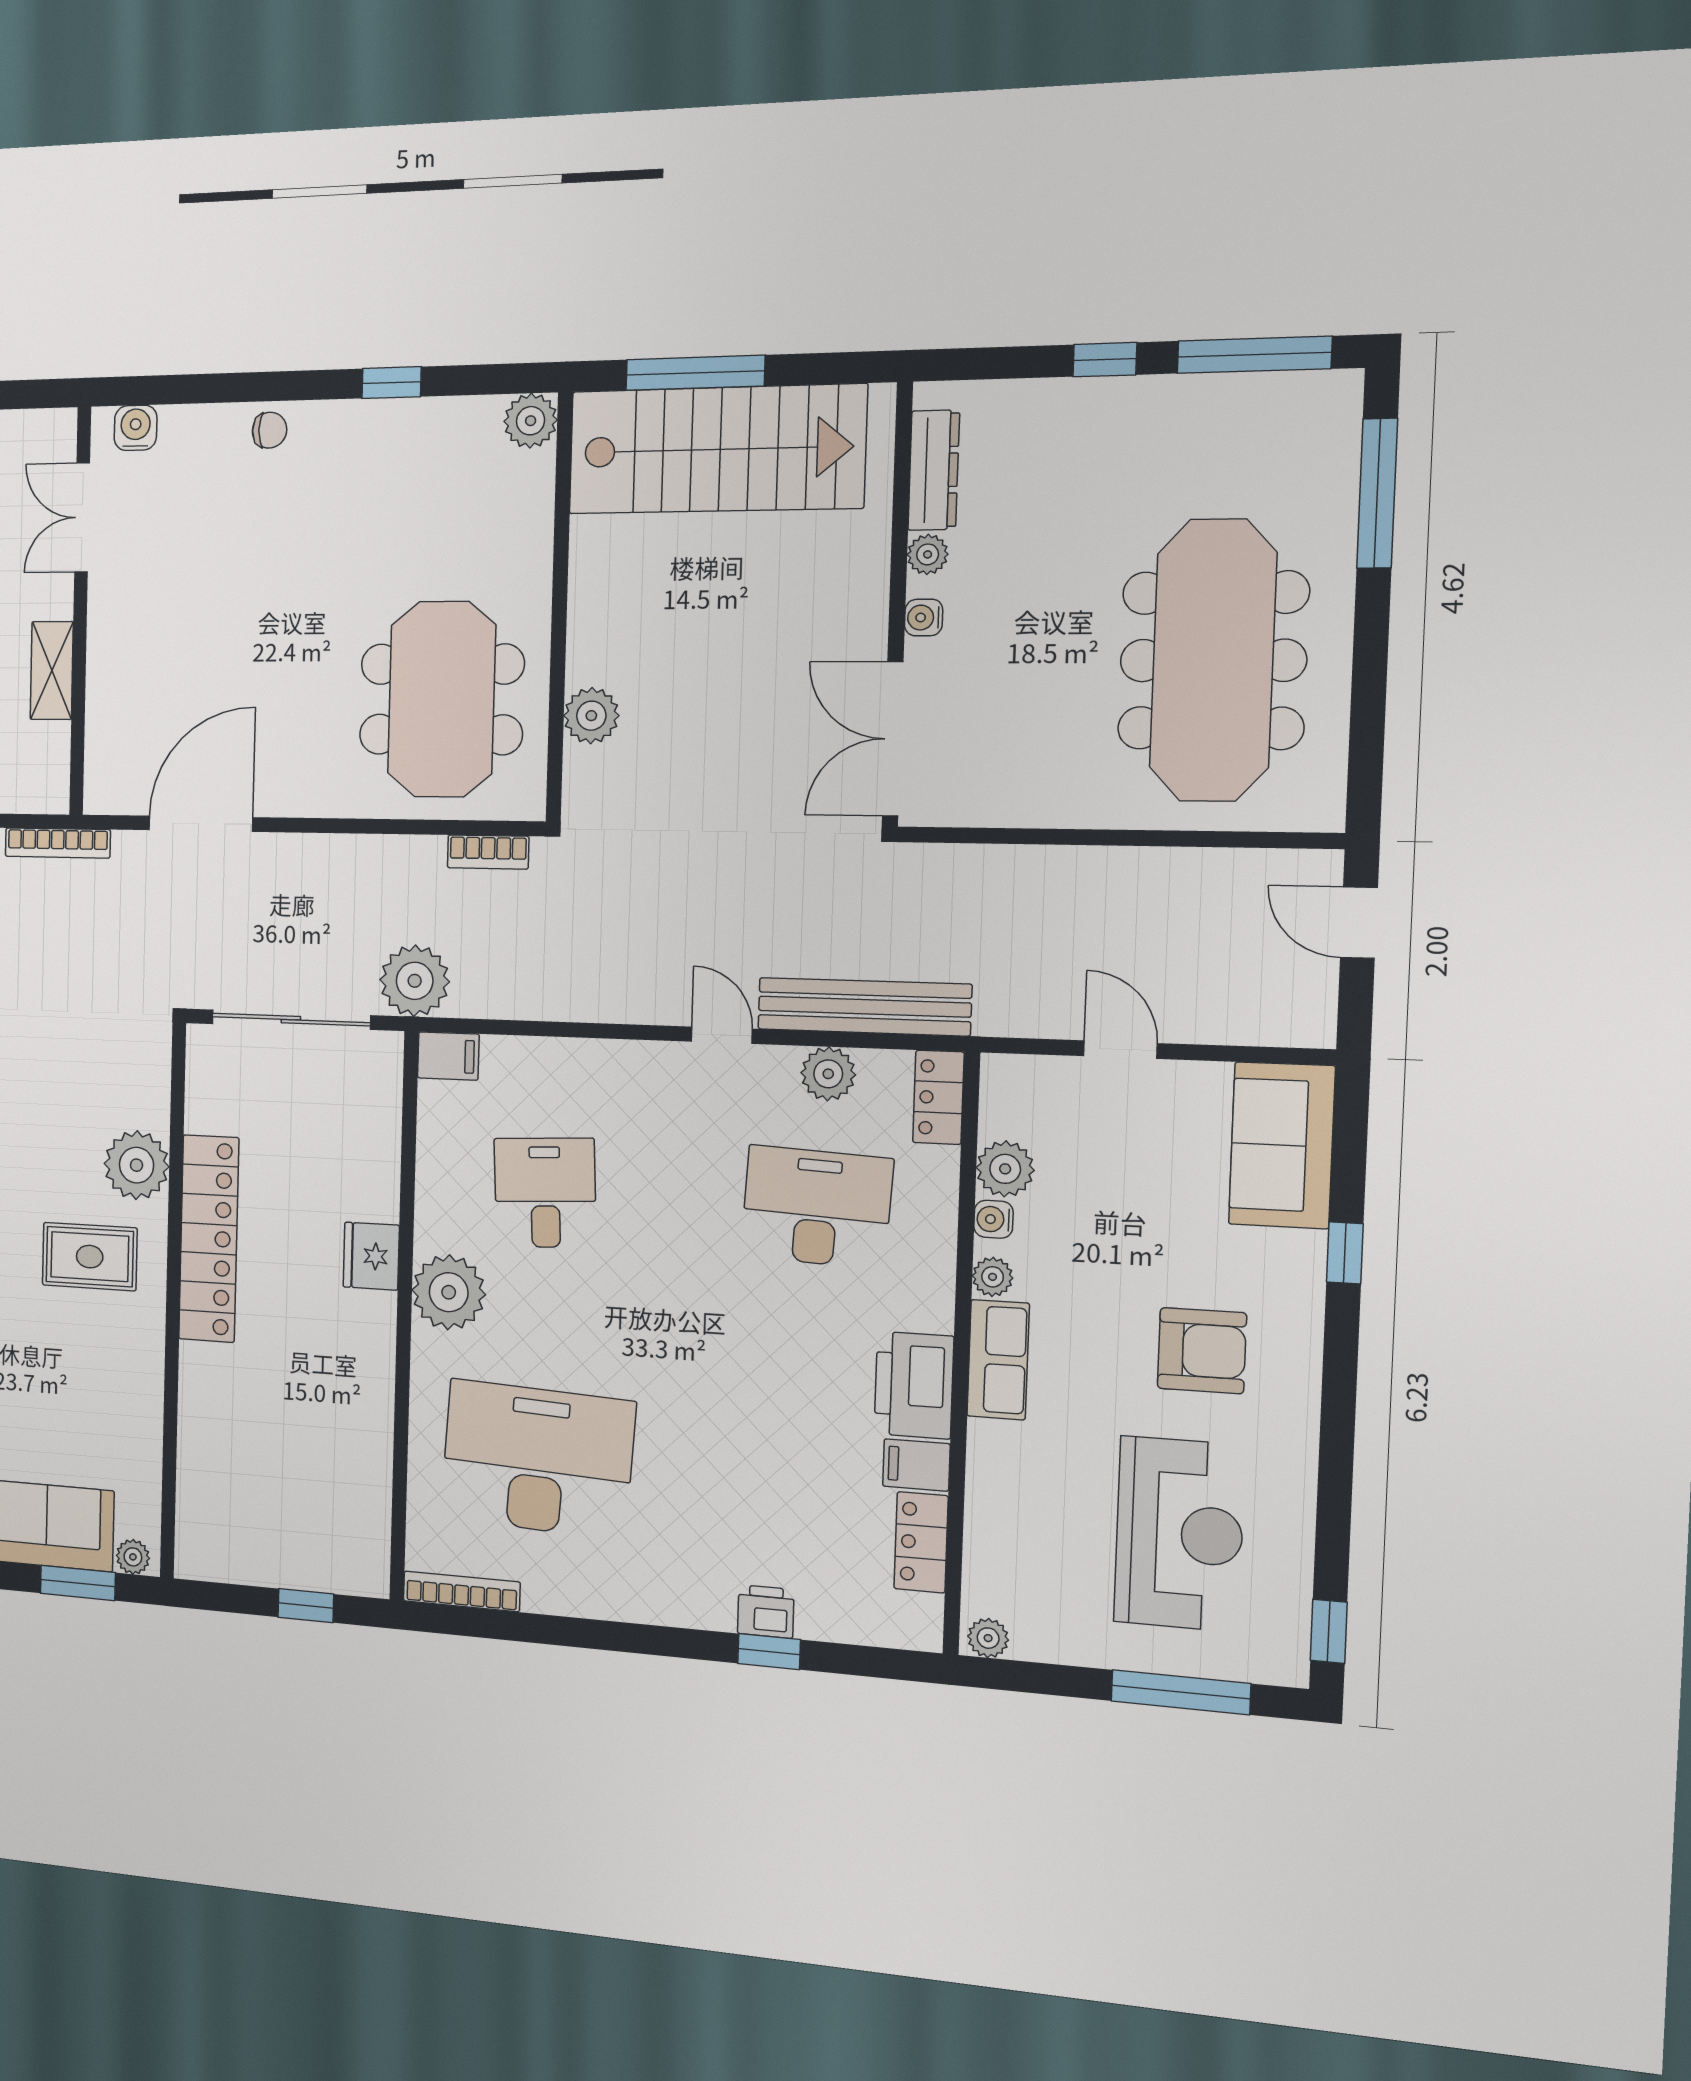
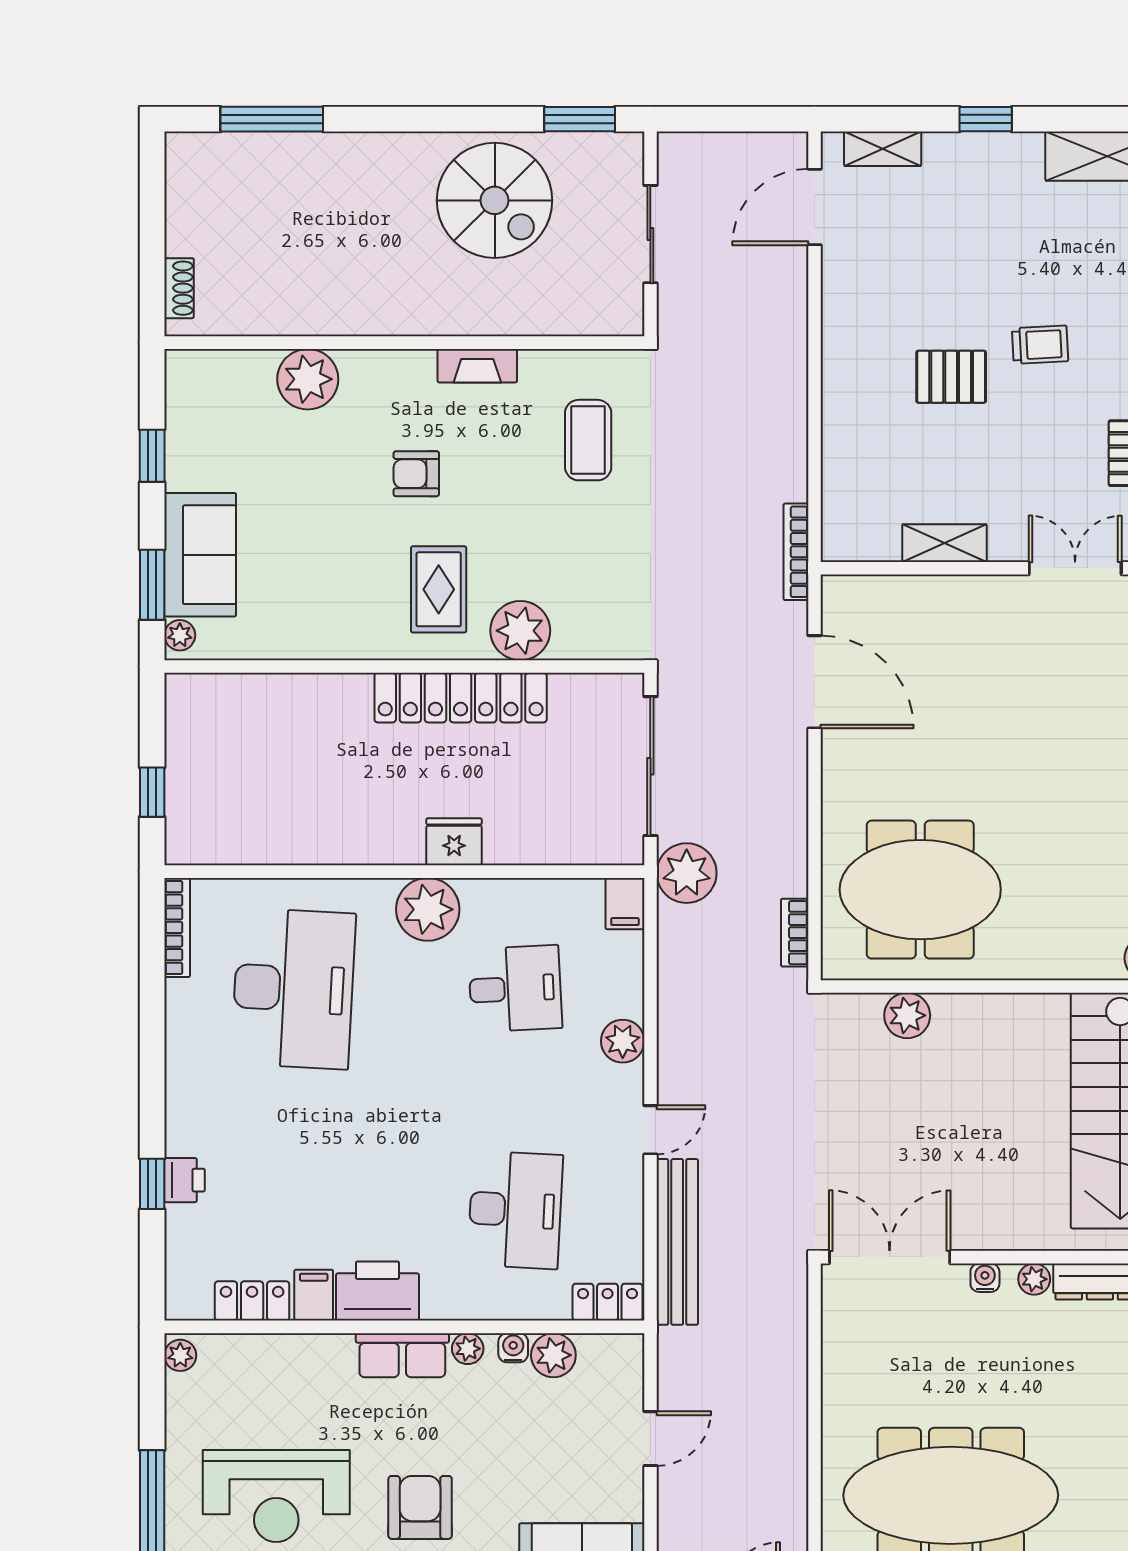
plant: (828, 1074) -> (623, 1041), moved
armchair: (1202, 1351) -> (420, 1507), turned 180

